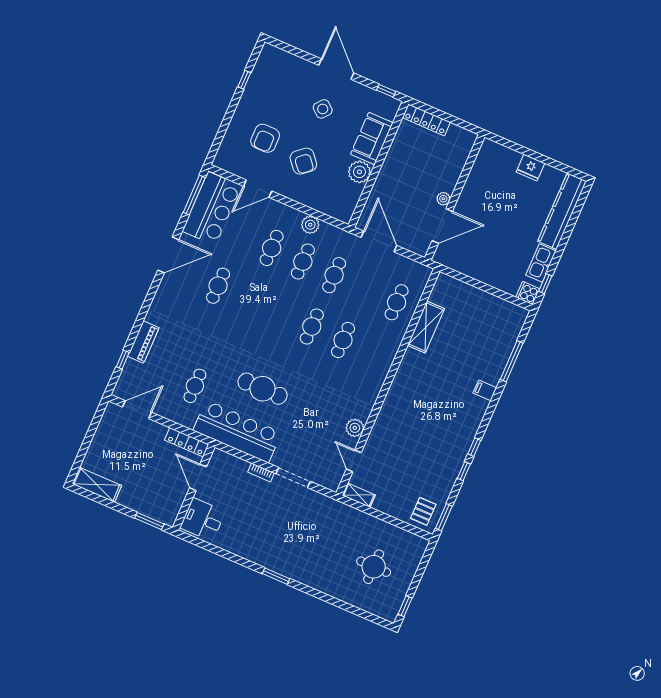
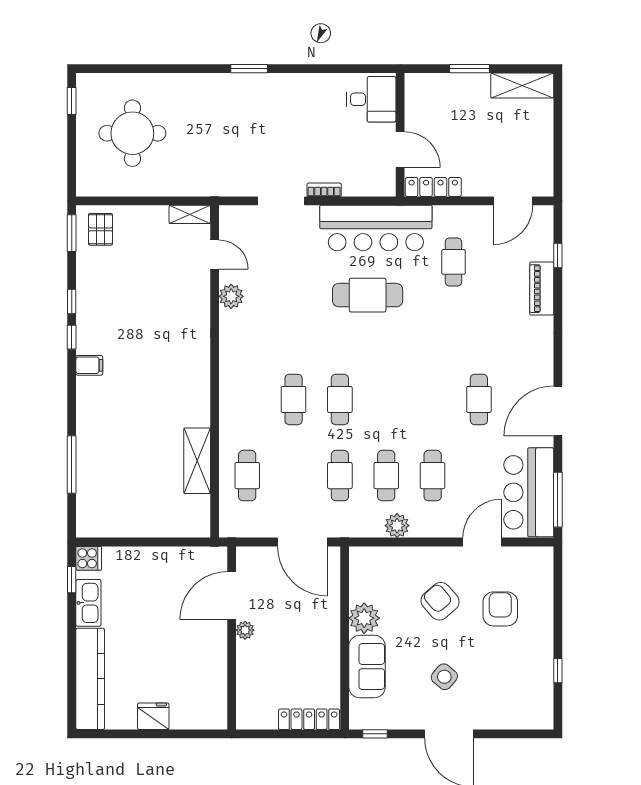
filing cabinet: (485, 390) -> (89, 365), moved
window: (149, 521) -> (469, 69), moved
round table: (374, 567) -> (132, 133), width x1.36, depth x1.36

